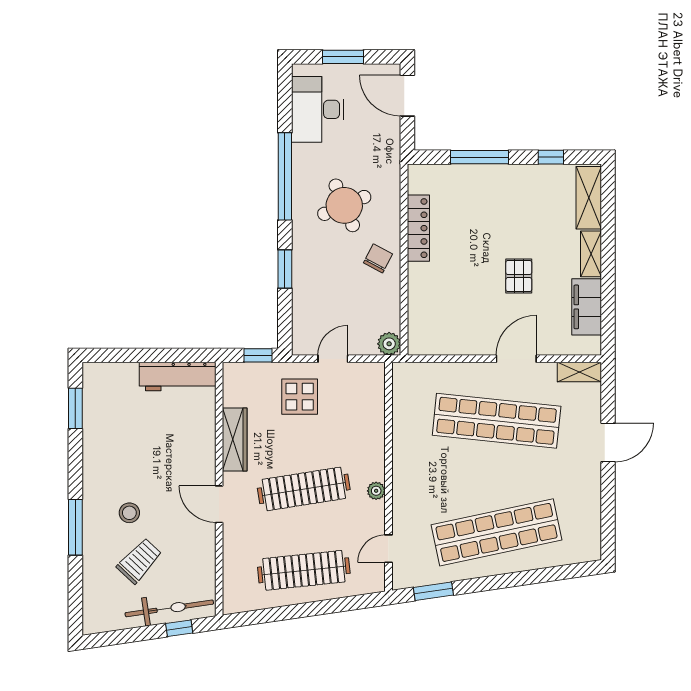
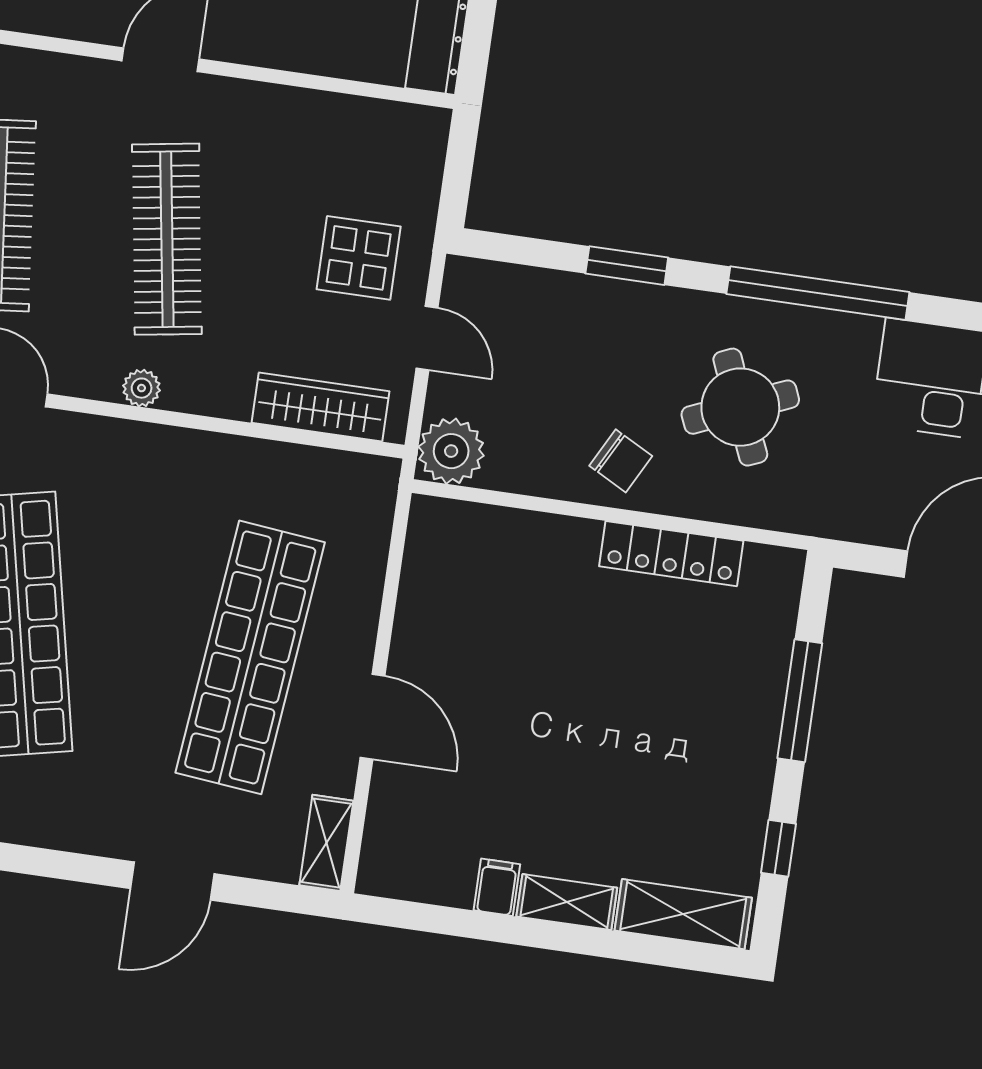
pallet: (519, 276) -> (543, 746), removed
filing cabinet: (587, 307) -> (497, 887), width x0.33, depth x0.86
plant: (389, 344) -> (451, 451), width x1.36, depth x1.36
window: (258, 355) -> (456, 184), removed
wardrobe: (235, 439) -> (320, 407), moved, turned 180
door: (608, 442) -> (172, 881), hinge flipped

